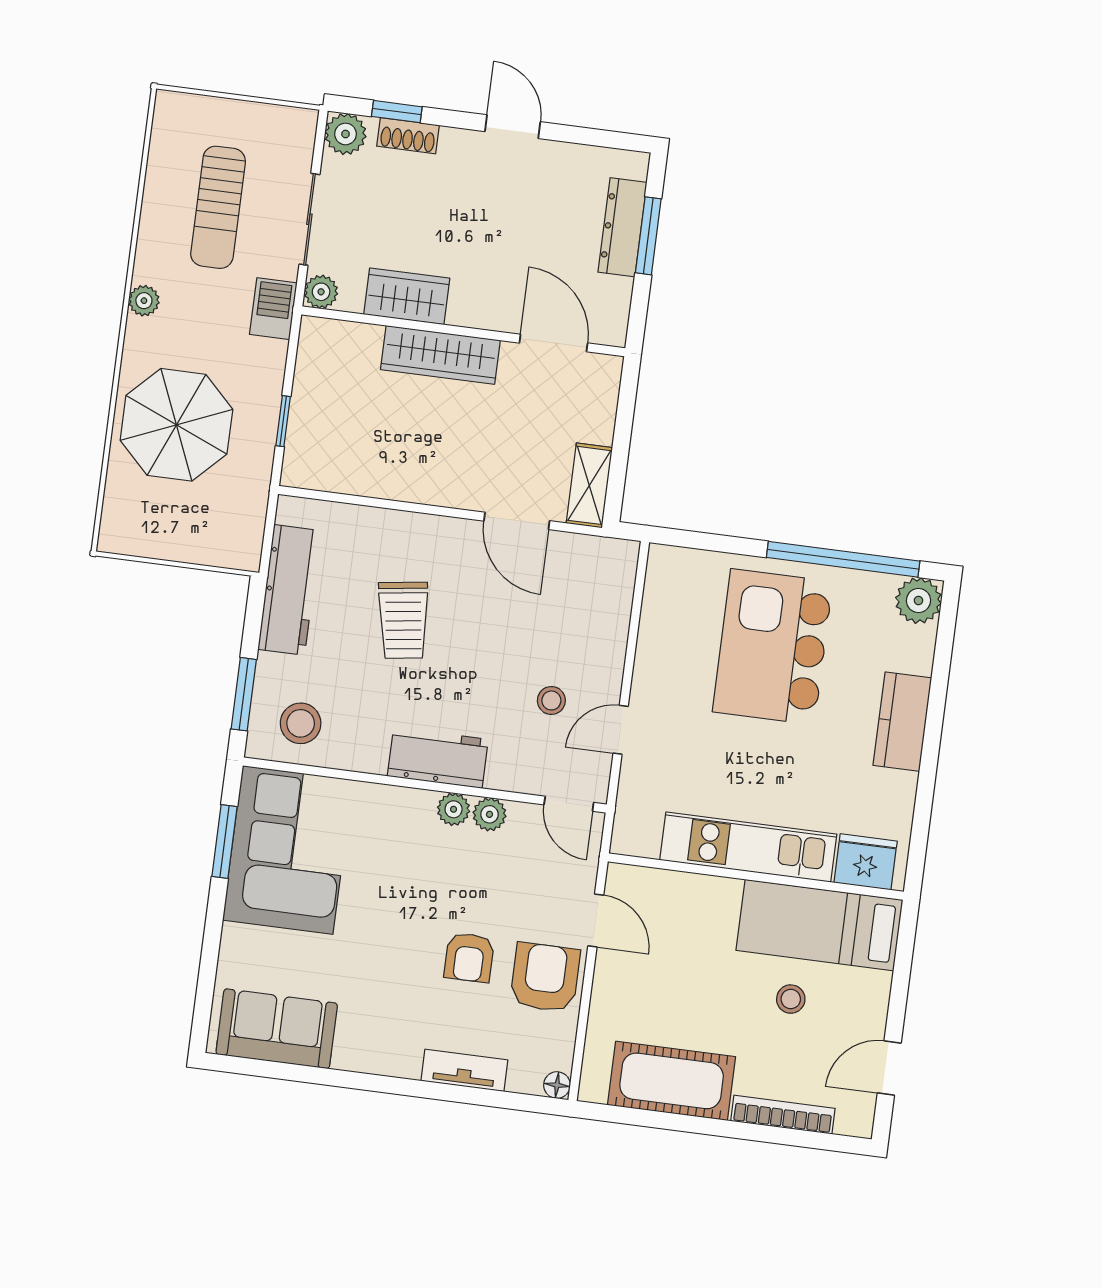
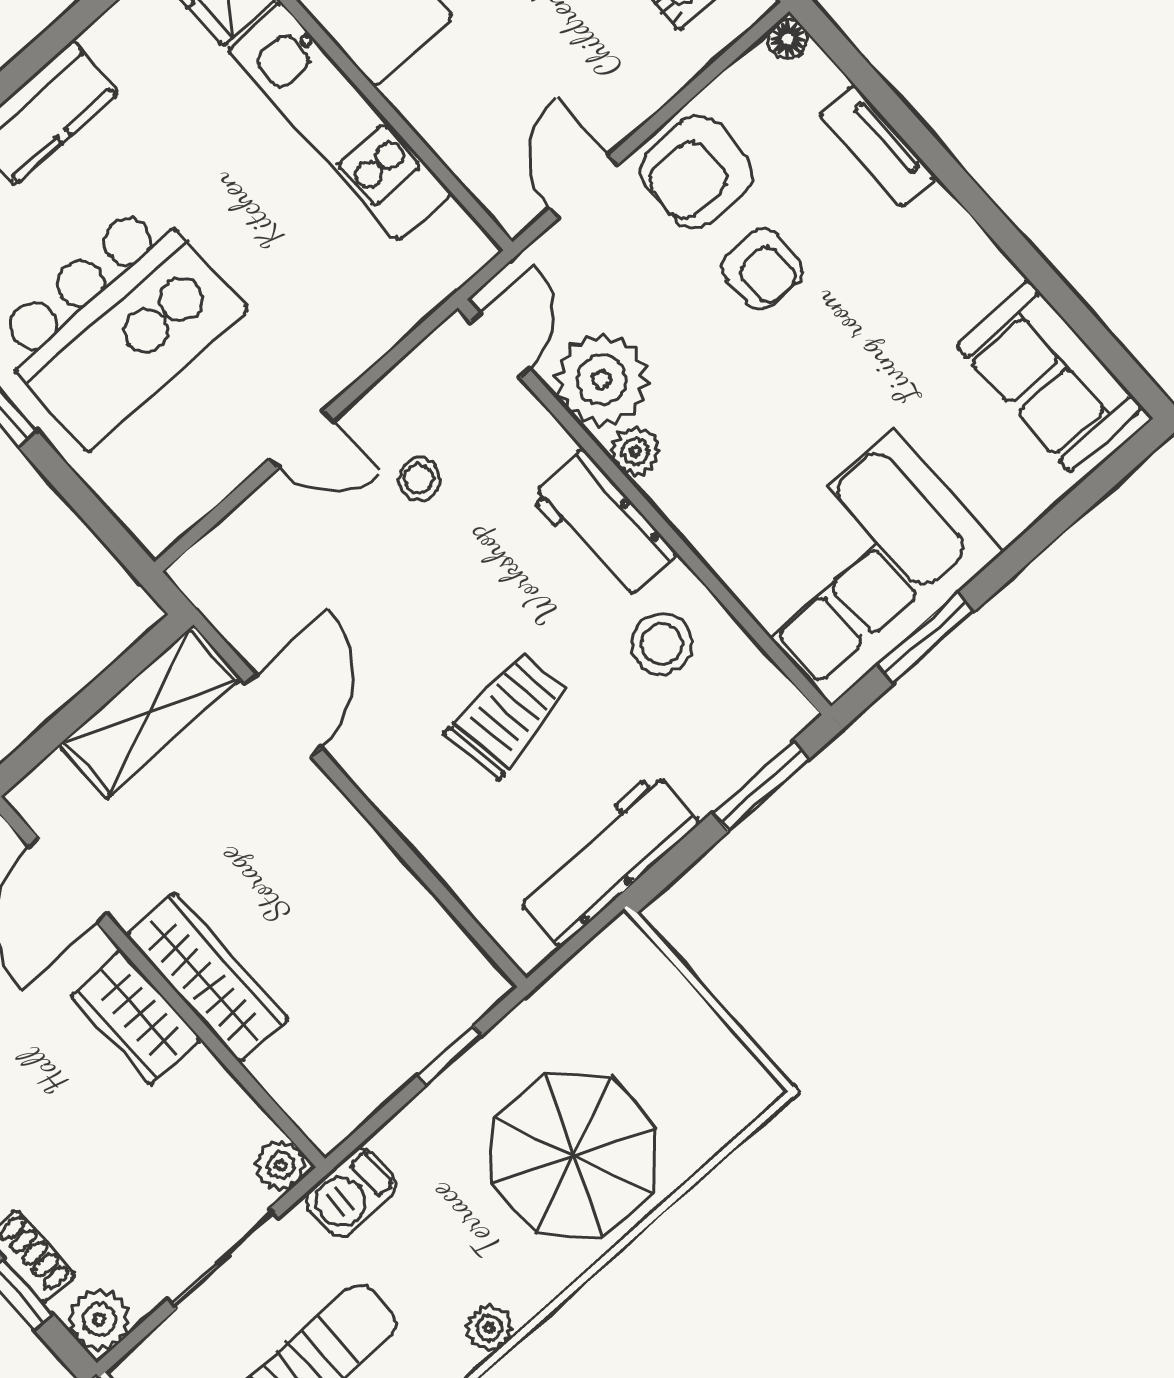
wardrobe: (407, 296) -> (136, 1018), moved
shelving: (589, 485) -> (150, 712), width x1.50, depth x1.33
stool: (301, 723) -> (662, 644), moved
door: (621, 730) -> (301, 439), moved
plant: (490, 814) -> (602, 380), width x1.88, depth x1.88
armchair: (469, 957) -> (762, 269), turned 90

